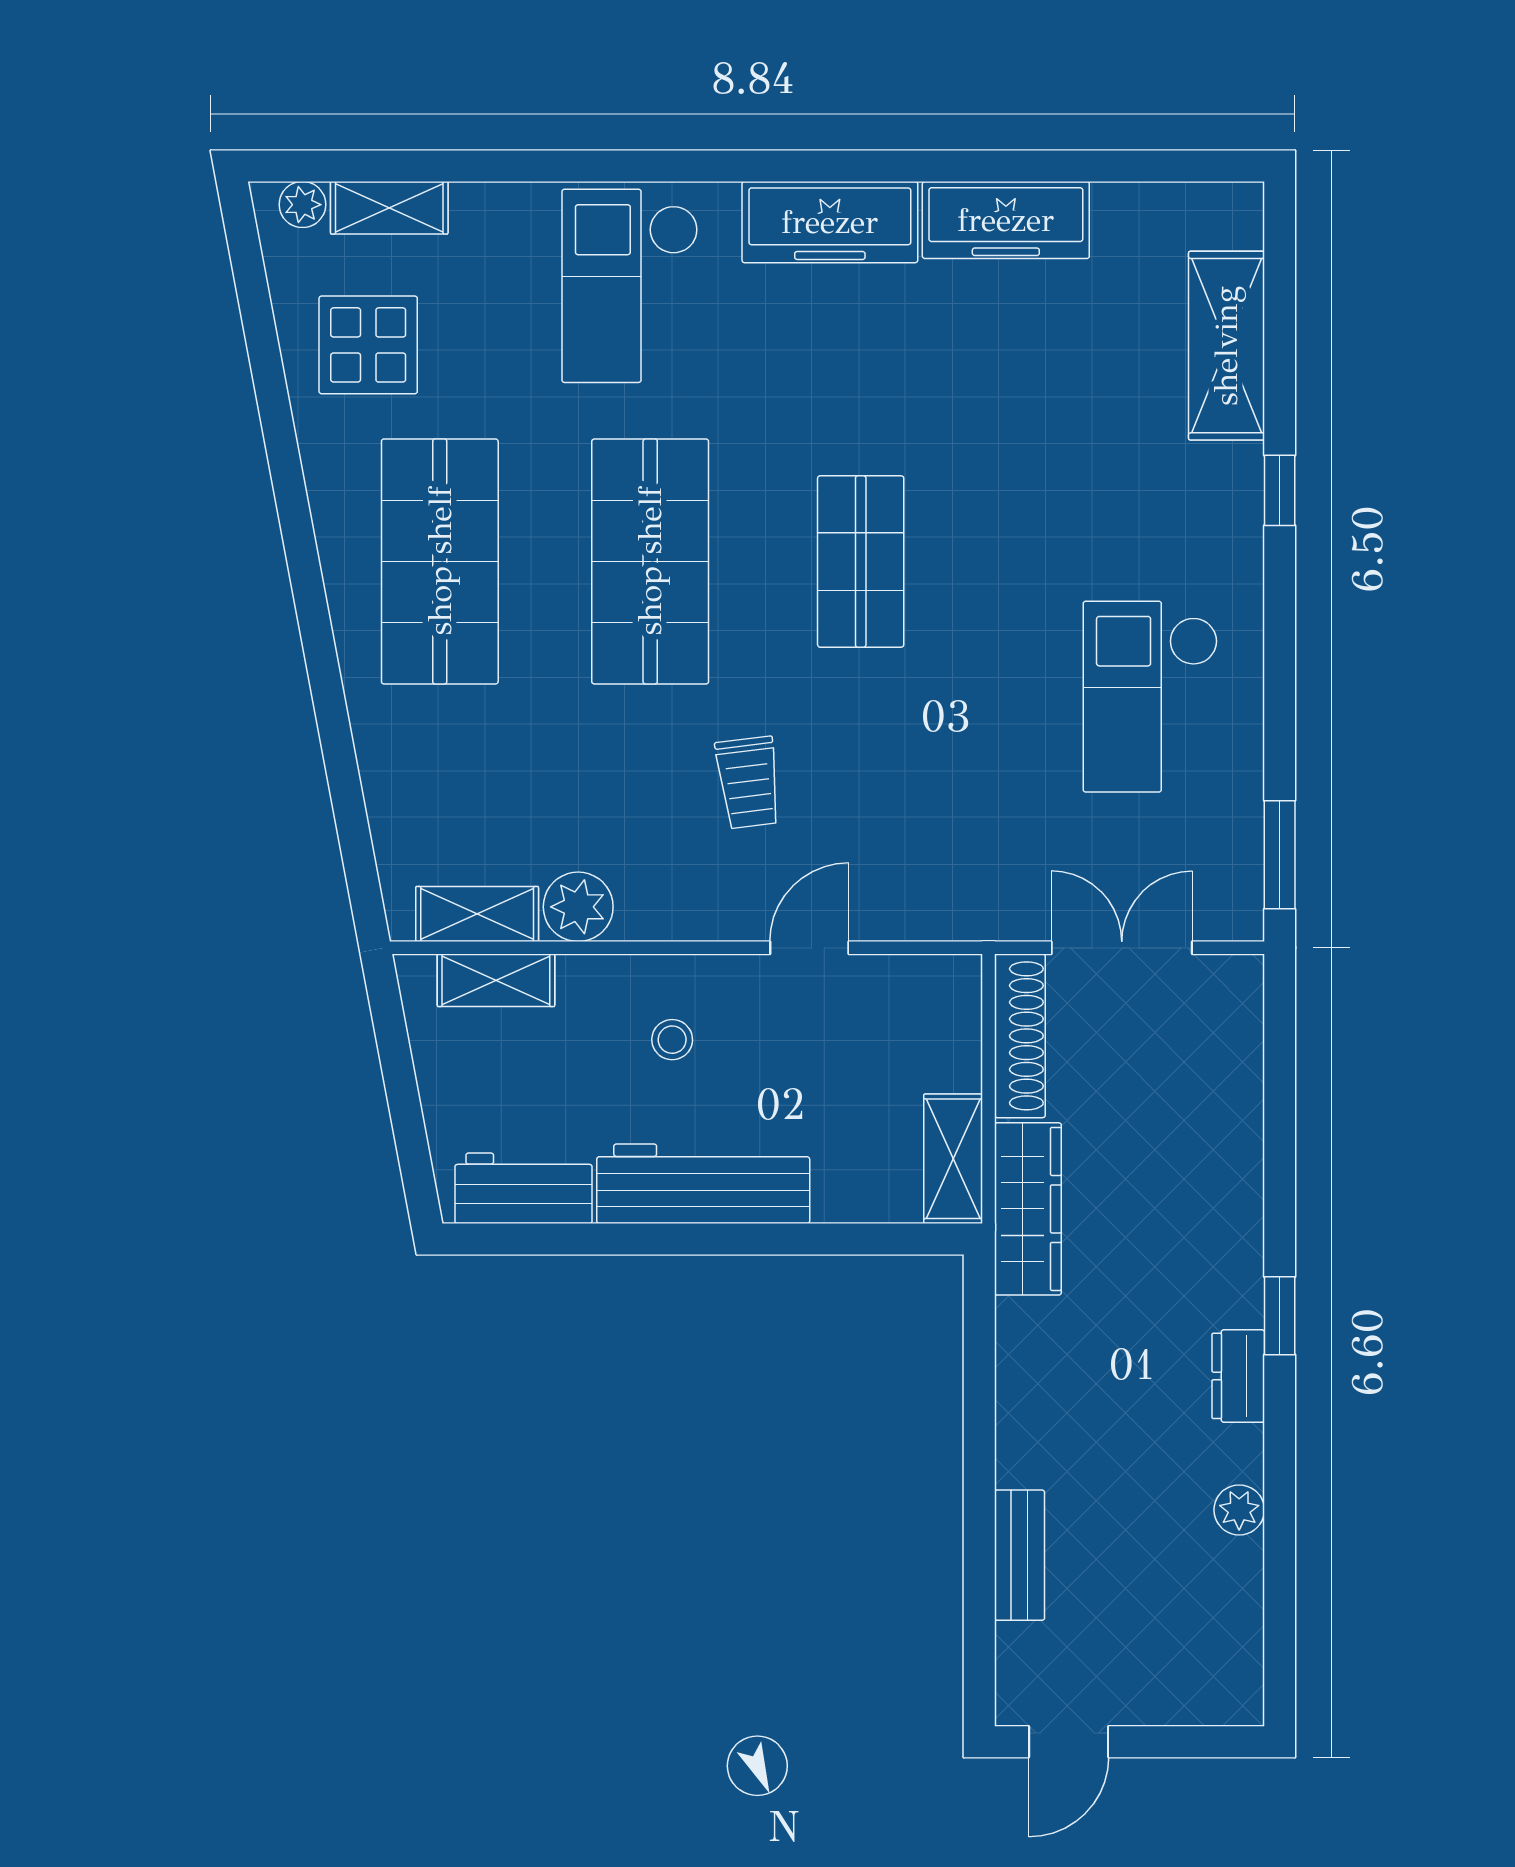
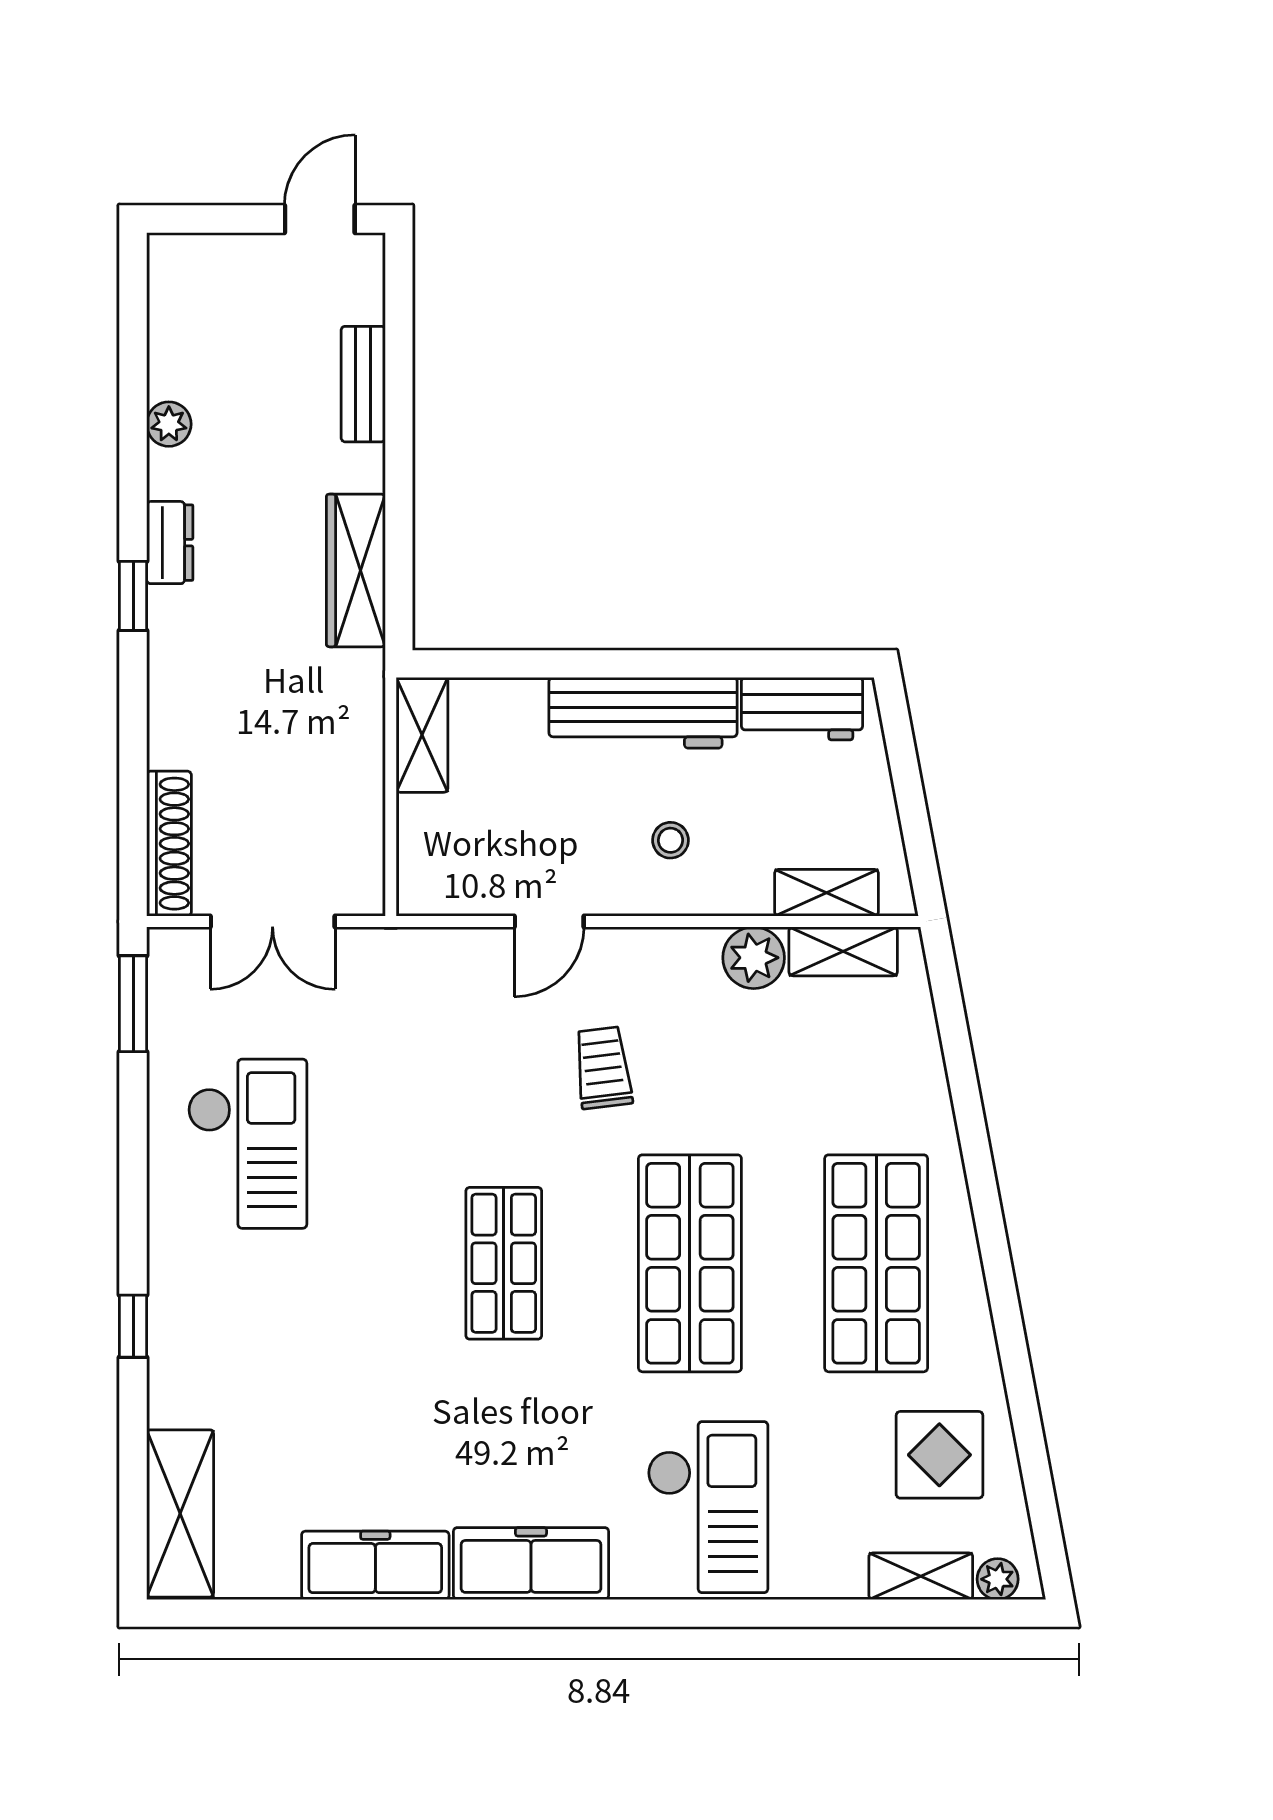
shelving: (1226, 346) -> (180, 1513), moved
shoe rack: (1020, 1036) -> (169, 844), moved, turned 180
wardrobe: (1028, 1209) -> (356, 570), moved

